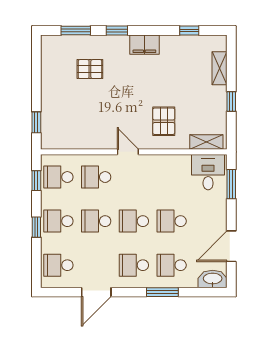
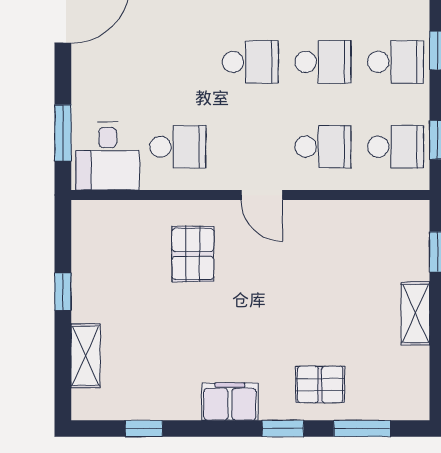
pallet: (90, 69) -> (320, 384), moved
shelving: (206, 142) -> (415, 313), moved, turned 90
school desk: (172, 221) -> (178, 147), moved

